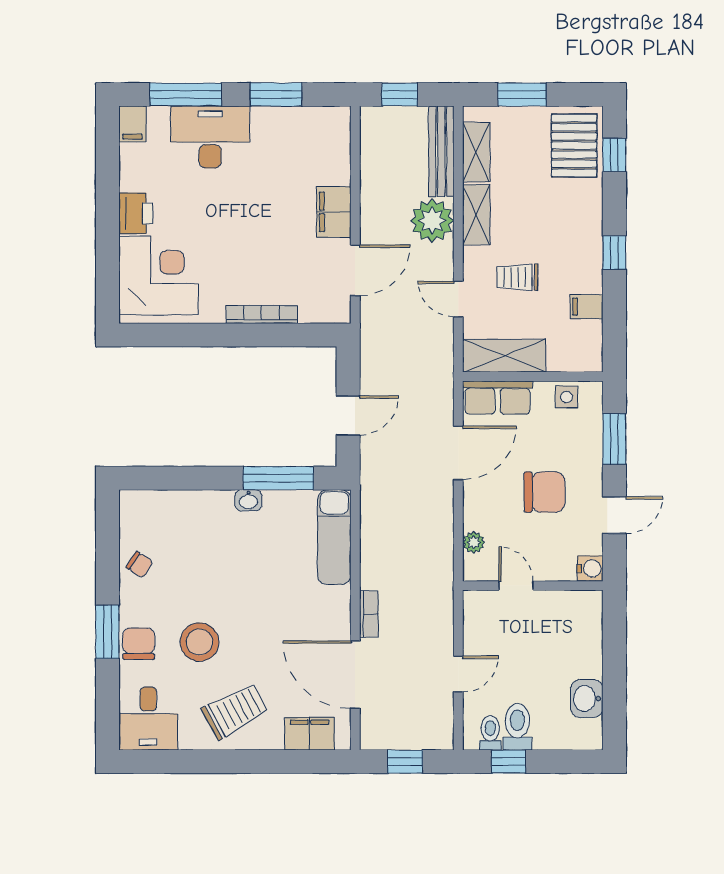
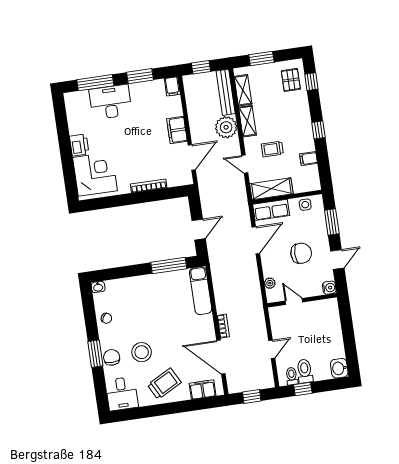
filing cabinet: (133, 124) -> (172, 86), moved
pallet: (574, 145) -> (291, 80), width x0.67, depth x0.71
washbasin: (248, 500) -> (98, 287), moved
washbasin: (587, 699) -> (339, 368), moved

